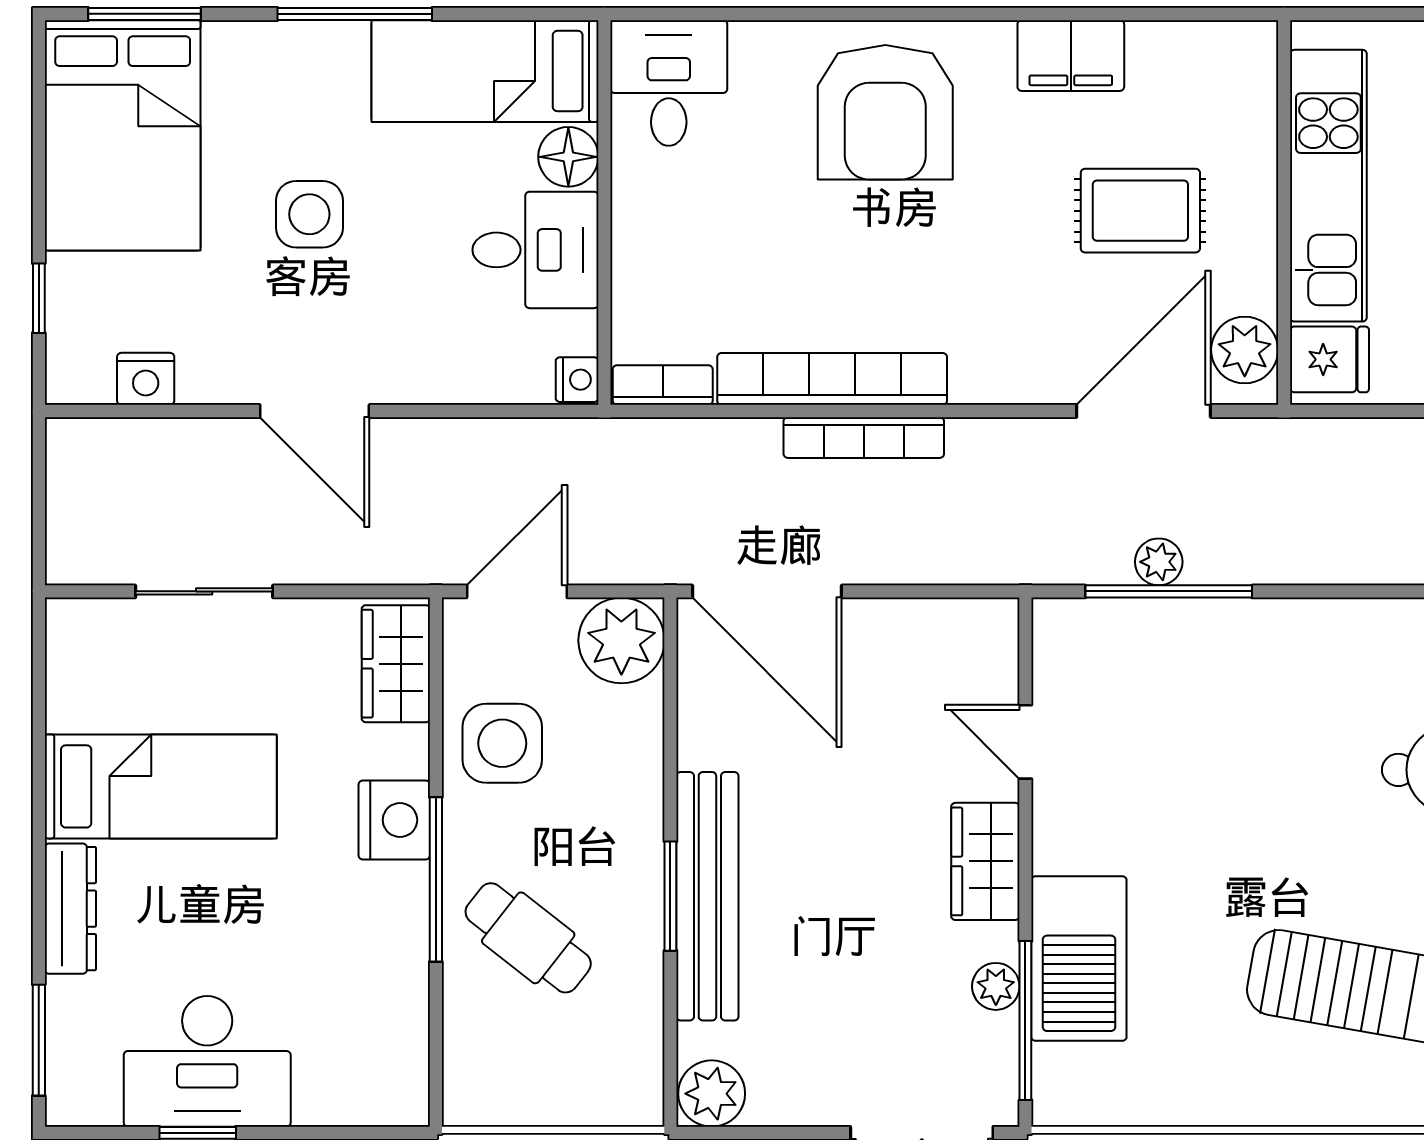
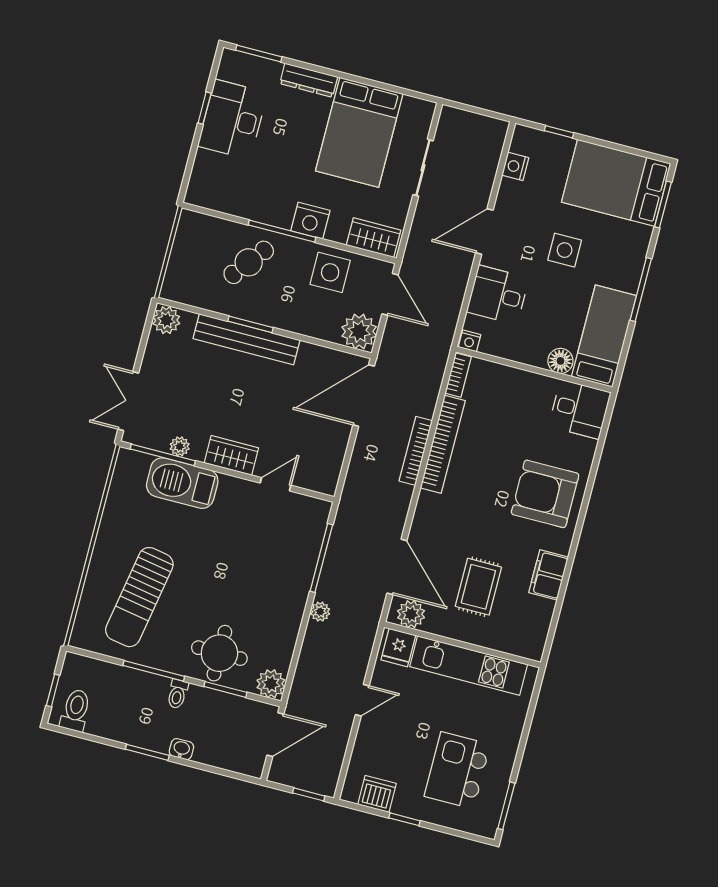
desk: (535, 250) -> (498, 295), moved, turned 90
plant: (1159, 562) -> (320, 612), moved
bed: (161, 786) -> (359, 132), width x1.50

